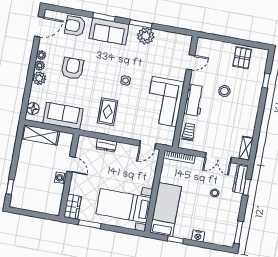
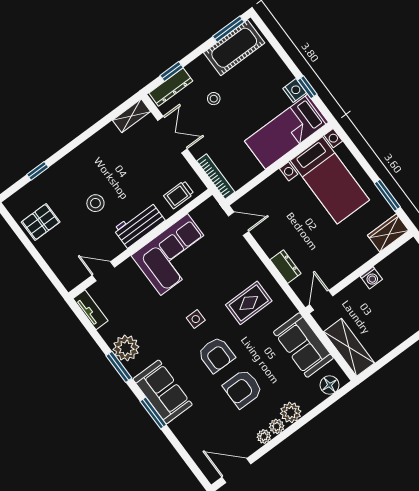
armchair: (75, 26) -> (216, 355), moved
tv unit: (180, 38) -> (90, 310), added
door: (71, 164) -> (321, 300), moved
cot: (228, 226) -> (234, 48), added
nightstand: (198, 236) -> (295, 91), moved

